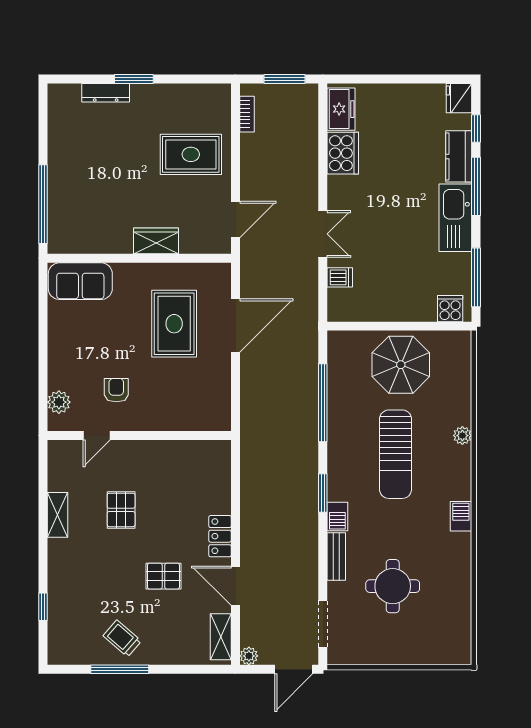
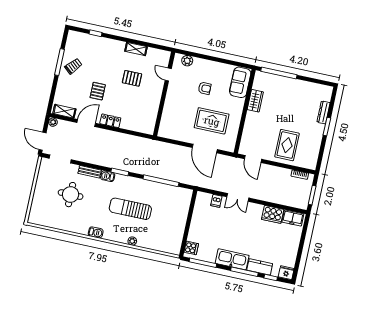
wardrobe: (156, 241) -> (255, 101), moved
parasol: (401, 365) -> (171, 220), removed
armchair: (116, 390) -> (205, 88), moved

